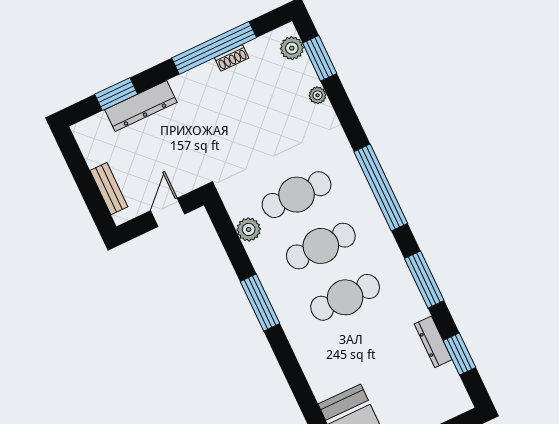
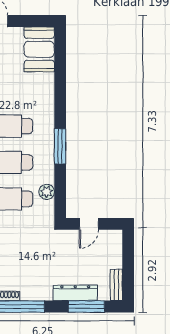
window: (116, 94) -> (86, 306), width x1.44
bench: (109, 189) -> (116, 285), moved

